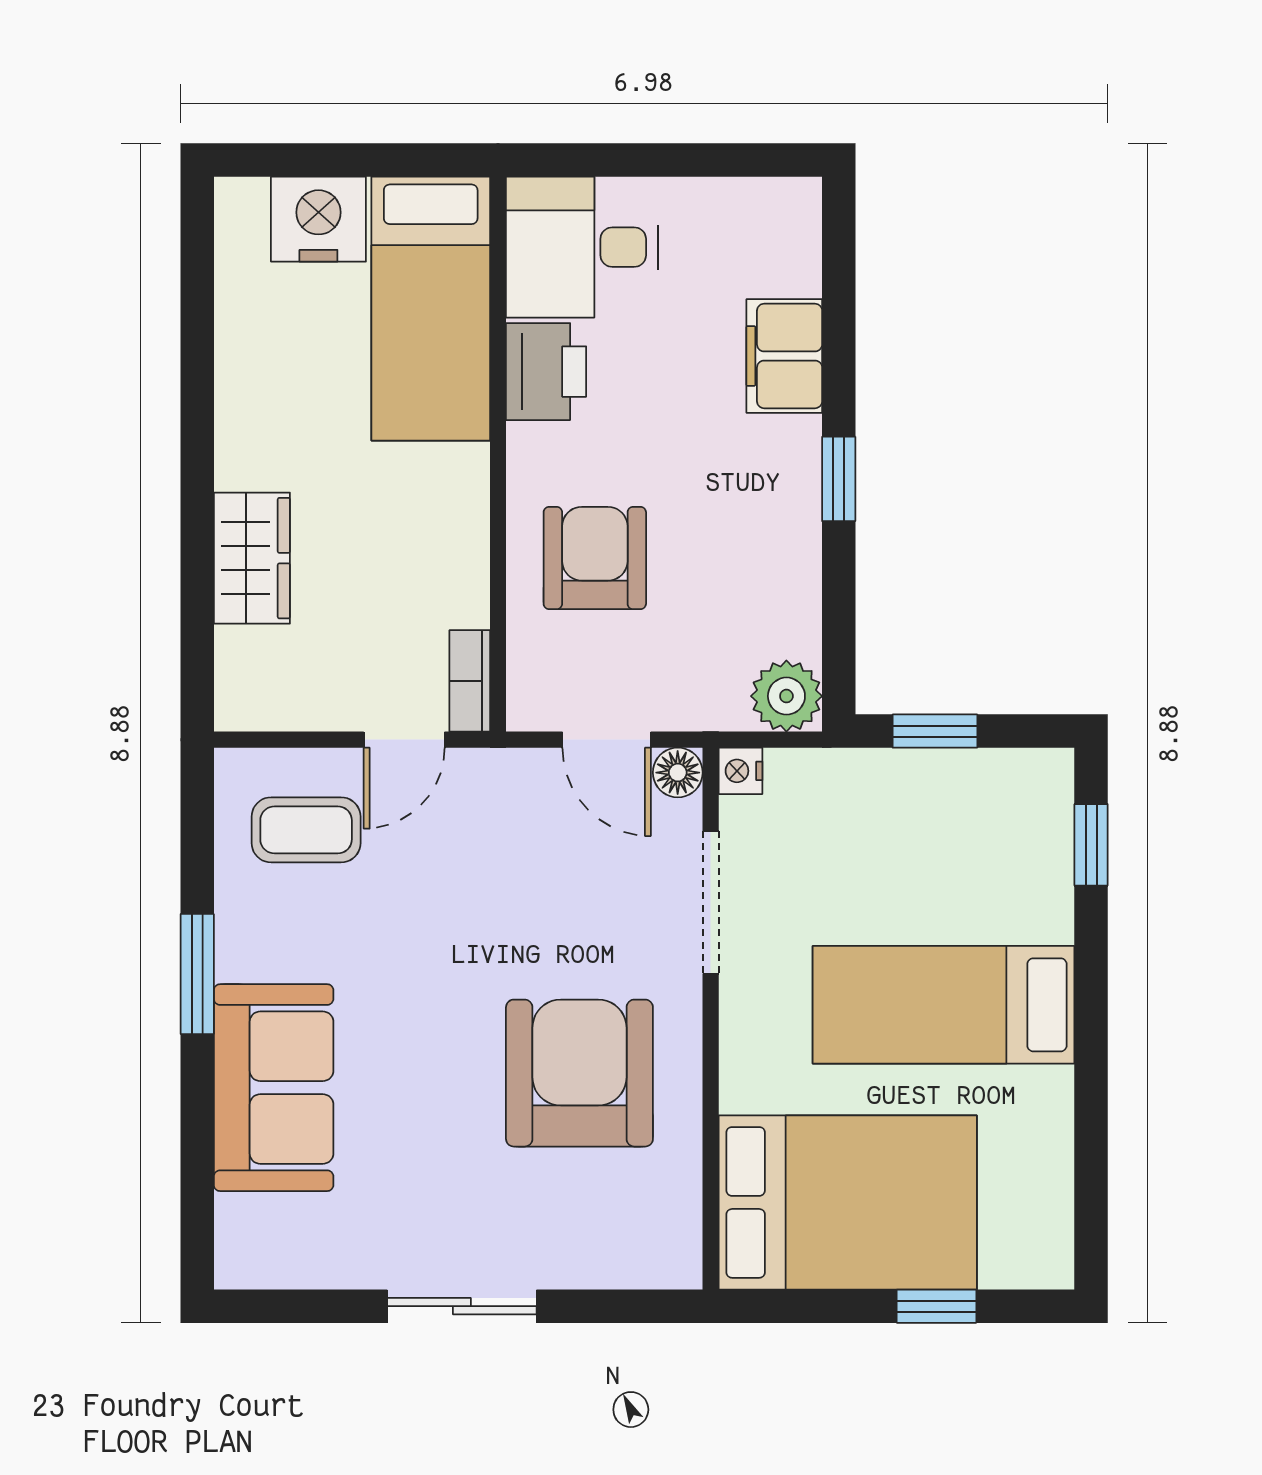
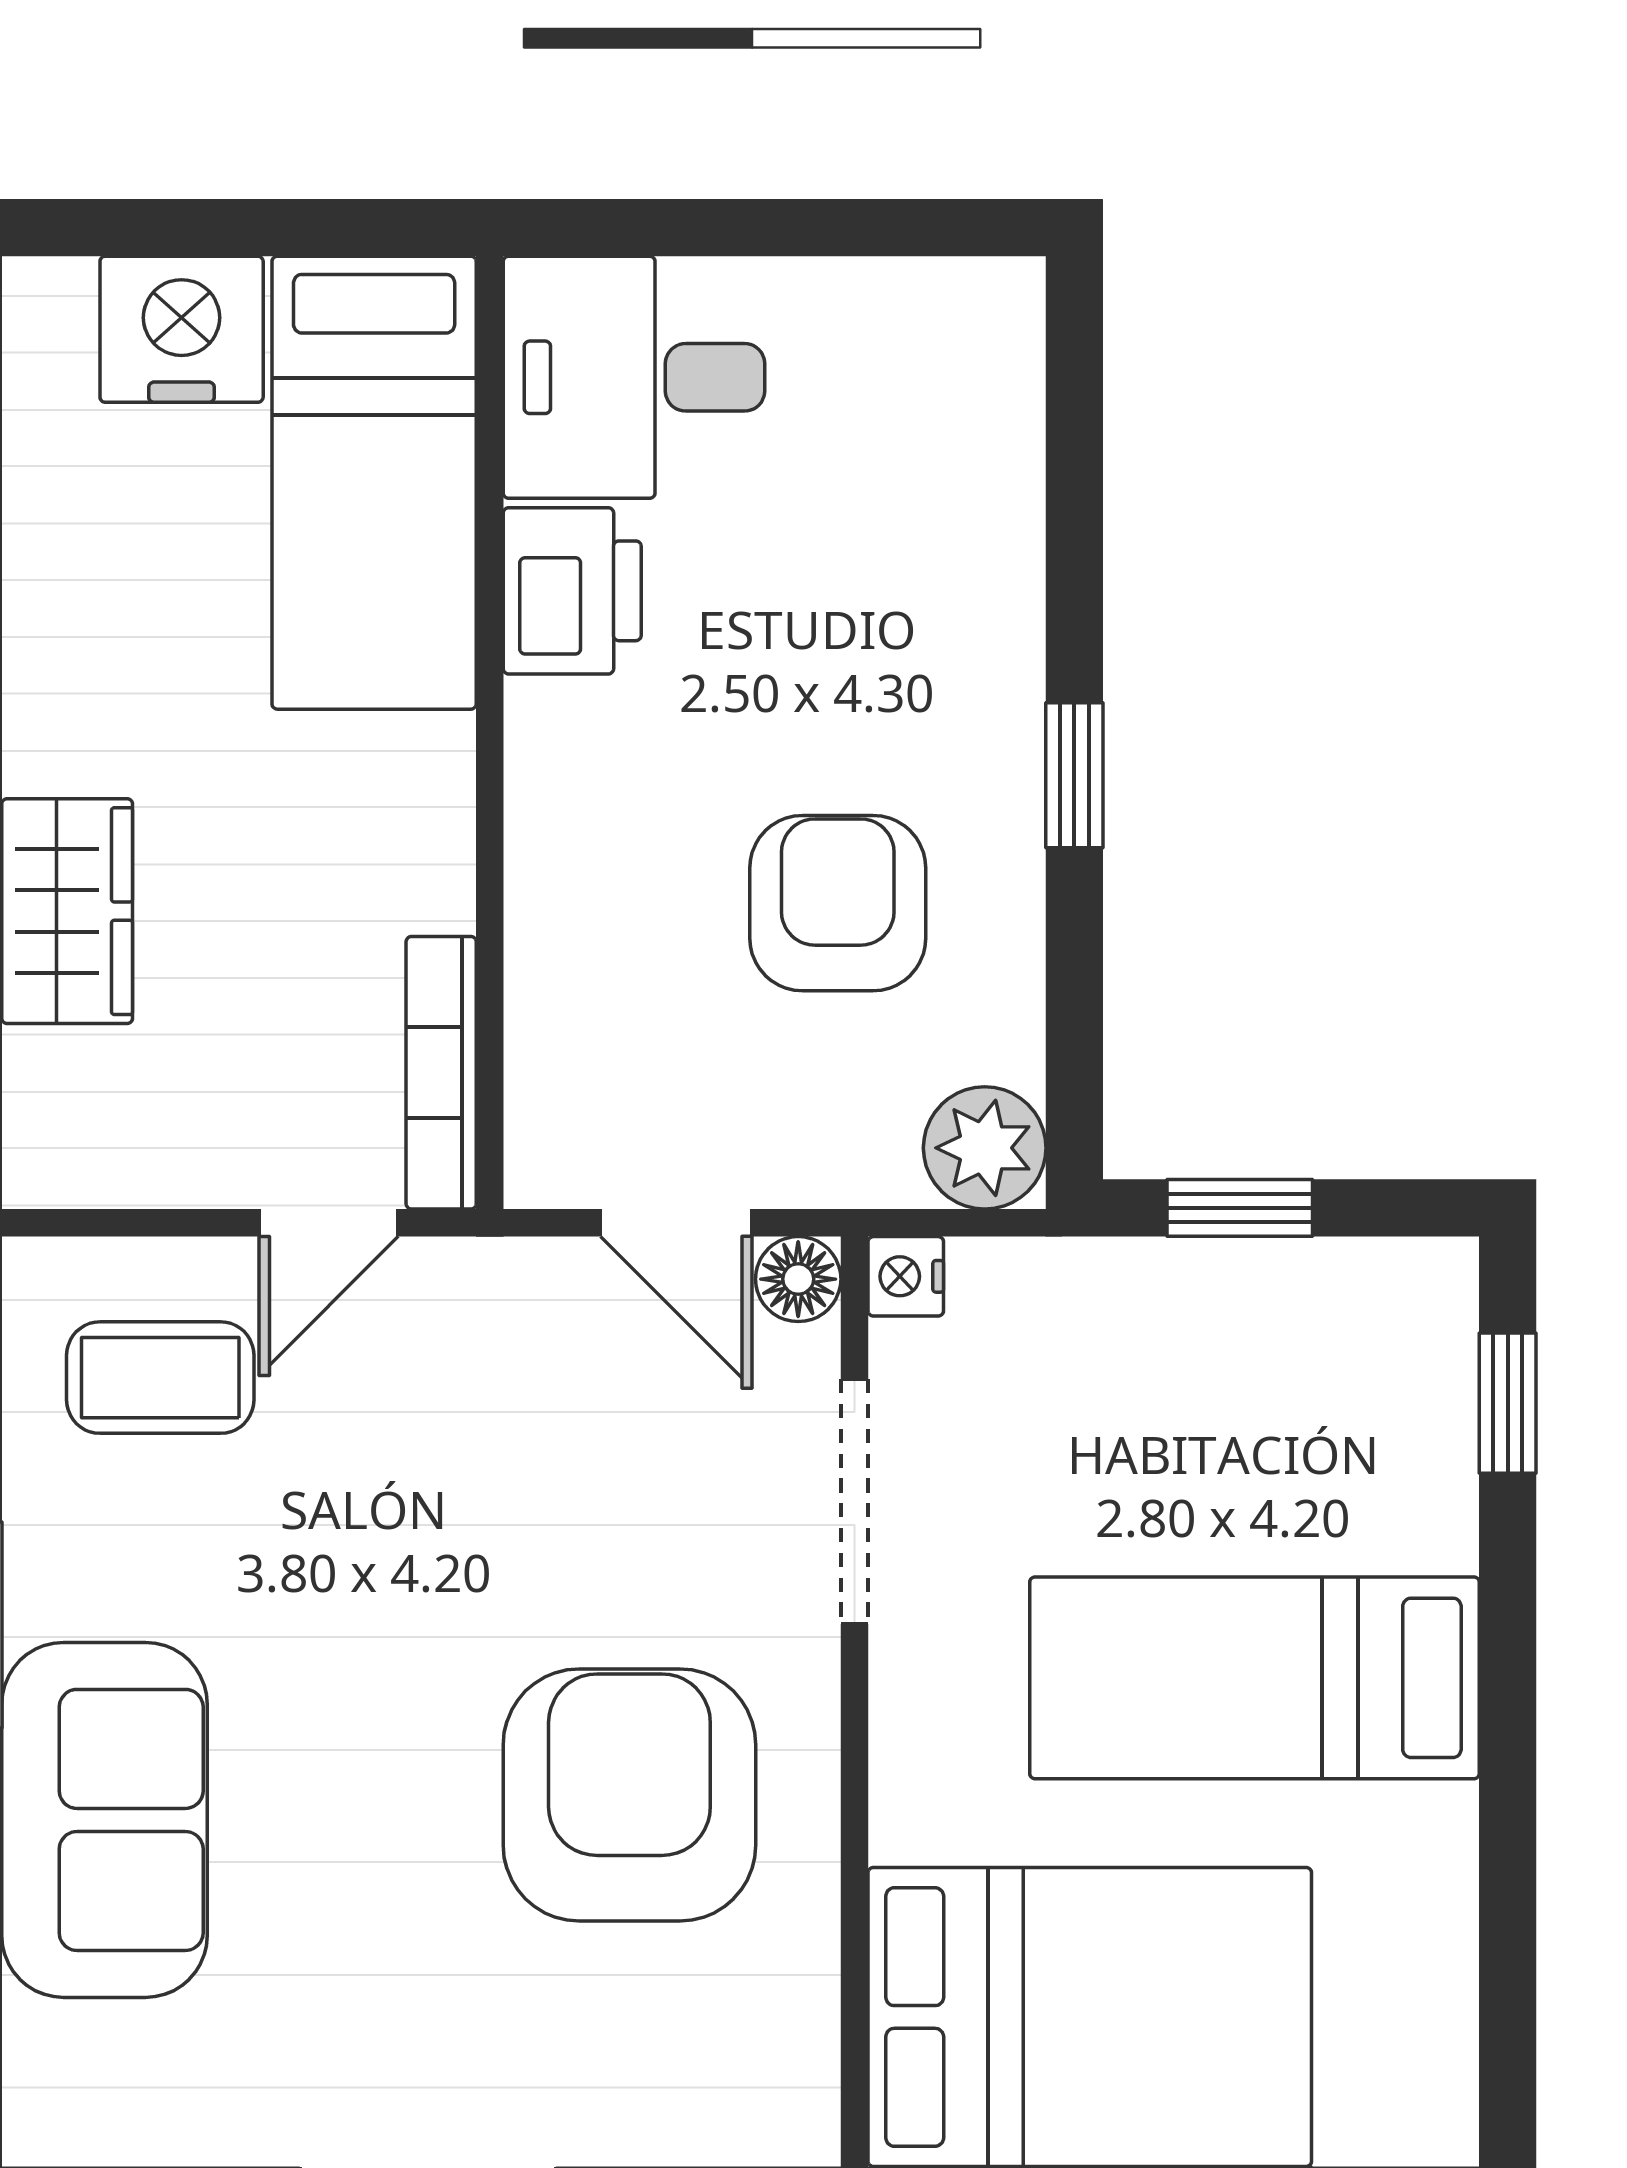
filing cabinet: (784, 356) -> (981, 564), removed
armchair: (595, 558) -> (838, 903), moved
bookcase: (470, 681) -> (441, 1073), width x1.56

